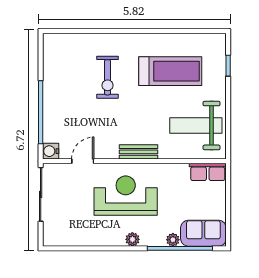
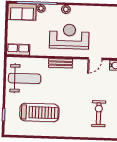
treadmill: (170, 71) -> (39, 112), turned 180
exercise bike: (108, 77) -> (99, 114), moved
reception desk: (126, 196) -> (69, 36), turned 180

